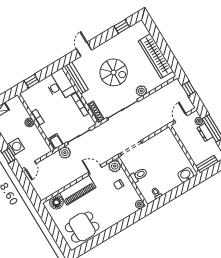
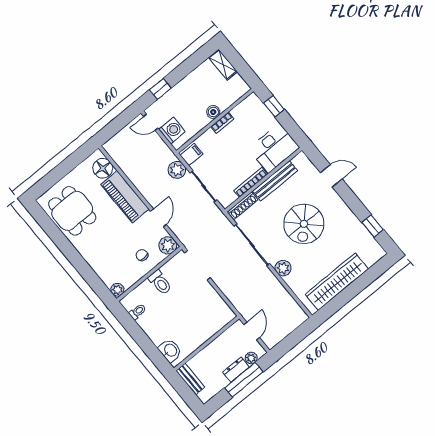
bench: (76, 78) -> (275, 181), moved
window: (189, 89) -> (296, 336), removed
door: (181, 118) -> (252, 331), hinge flipped
washing machine: (16, 147) -> (172, 131), moved, turned -90

